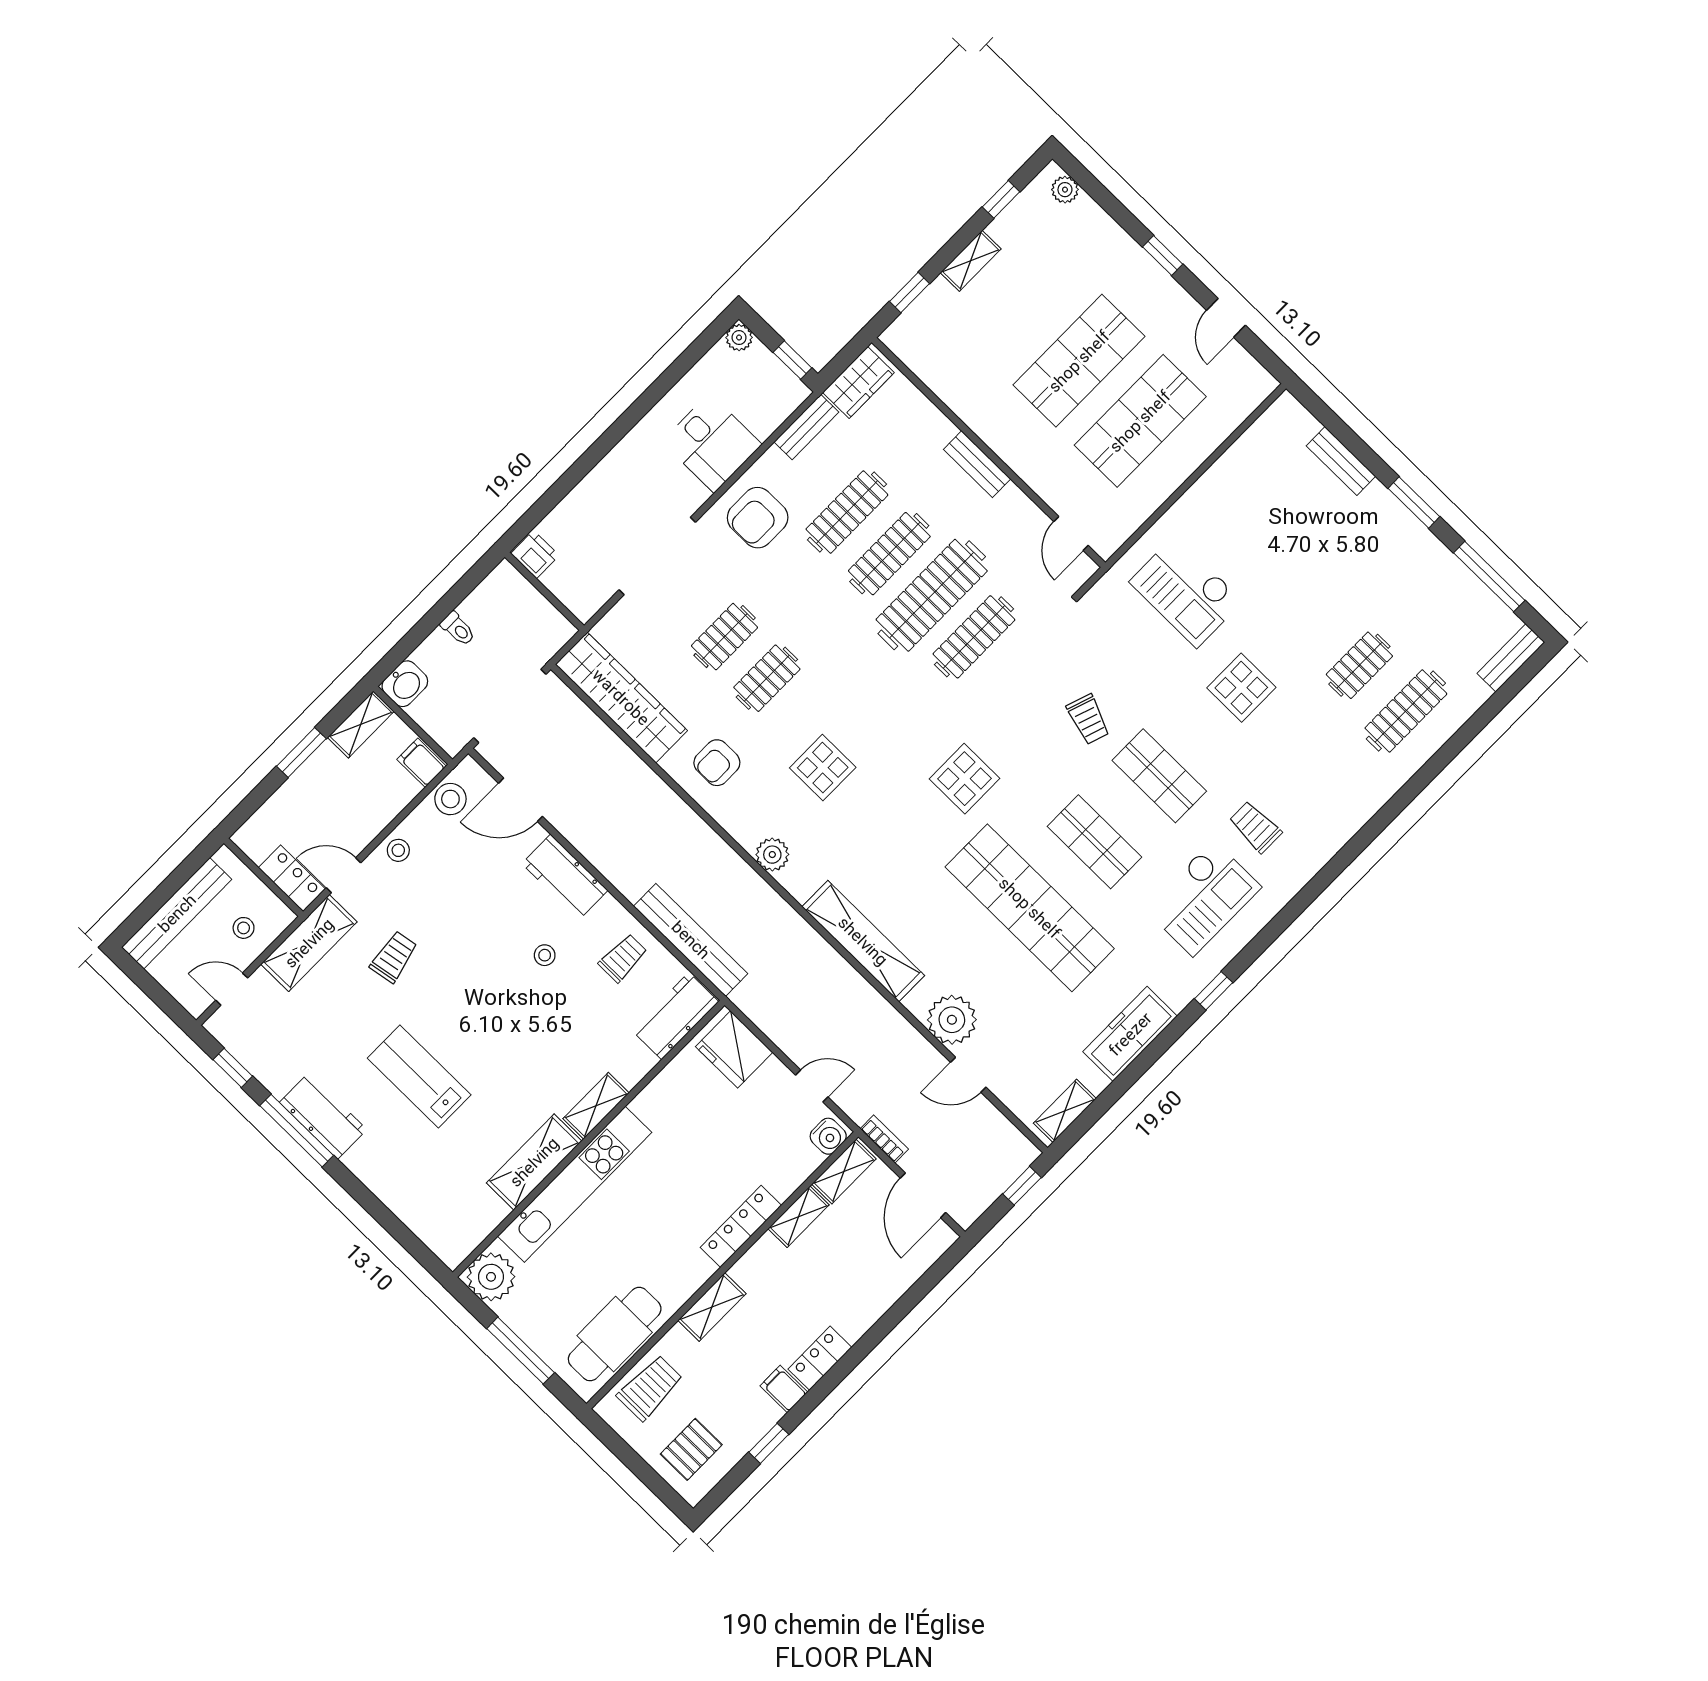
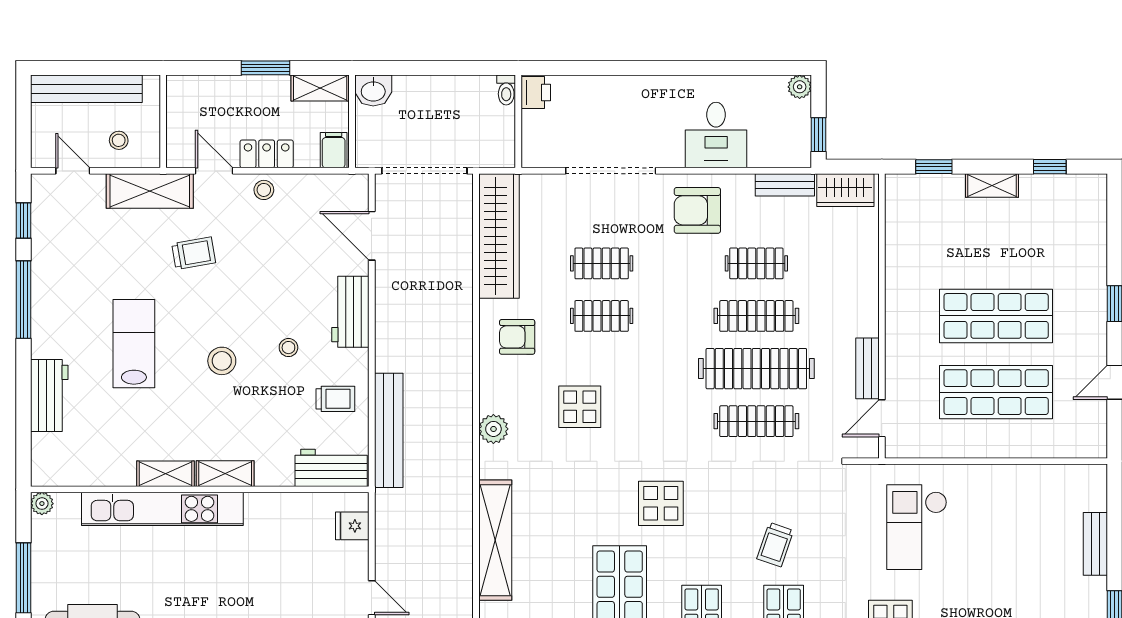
plant: (1065, 190) -> (1096, 201), removed
bench: (977, 464) -> (867, 368), moved
clothes rail: (847, 512) -> (756, 263), width x0.73
toilet: (458, 629) -> (506, 90), moved
stool: (450, 799) -> (222, 361), moved
locker: (292, 878) -> (267, 154), moved, turned -90
fridge: (734, 1049) -> (352, 526), width x0.53, depth x0.75
workbench: (323, 1116) -> (49, 396), moved
shelving: (534, 1162) -> (165, 474), width x0.67, depth x0.75
plant: (491, 1277) -> (42, 504), width x0.53, depth x0.53

